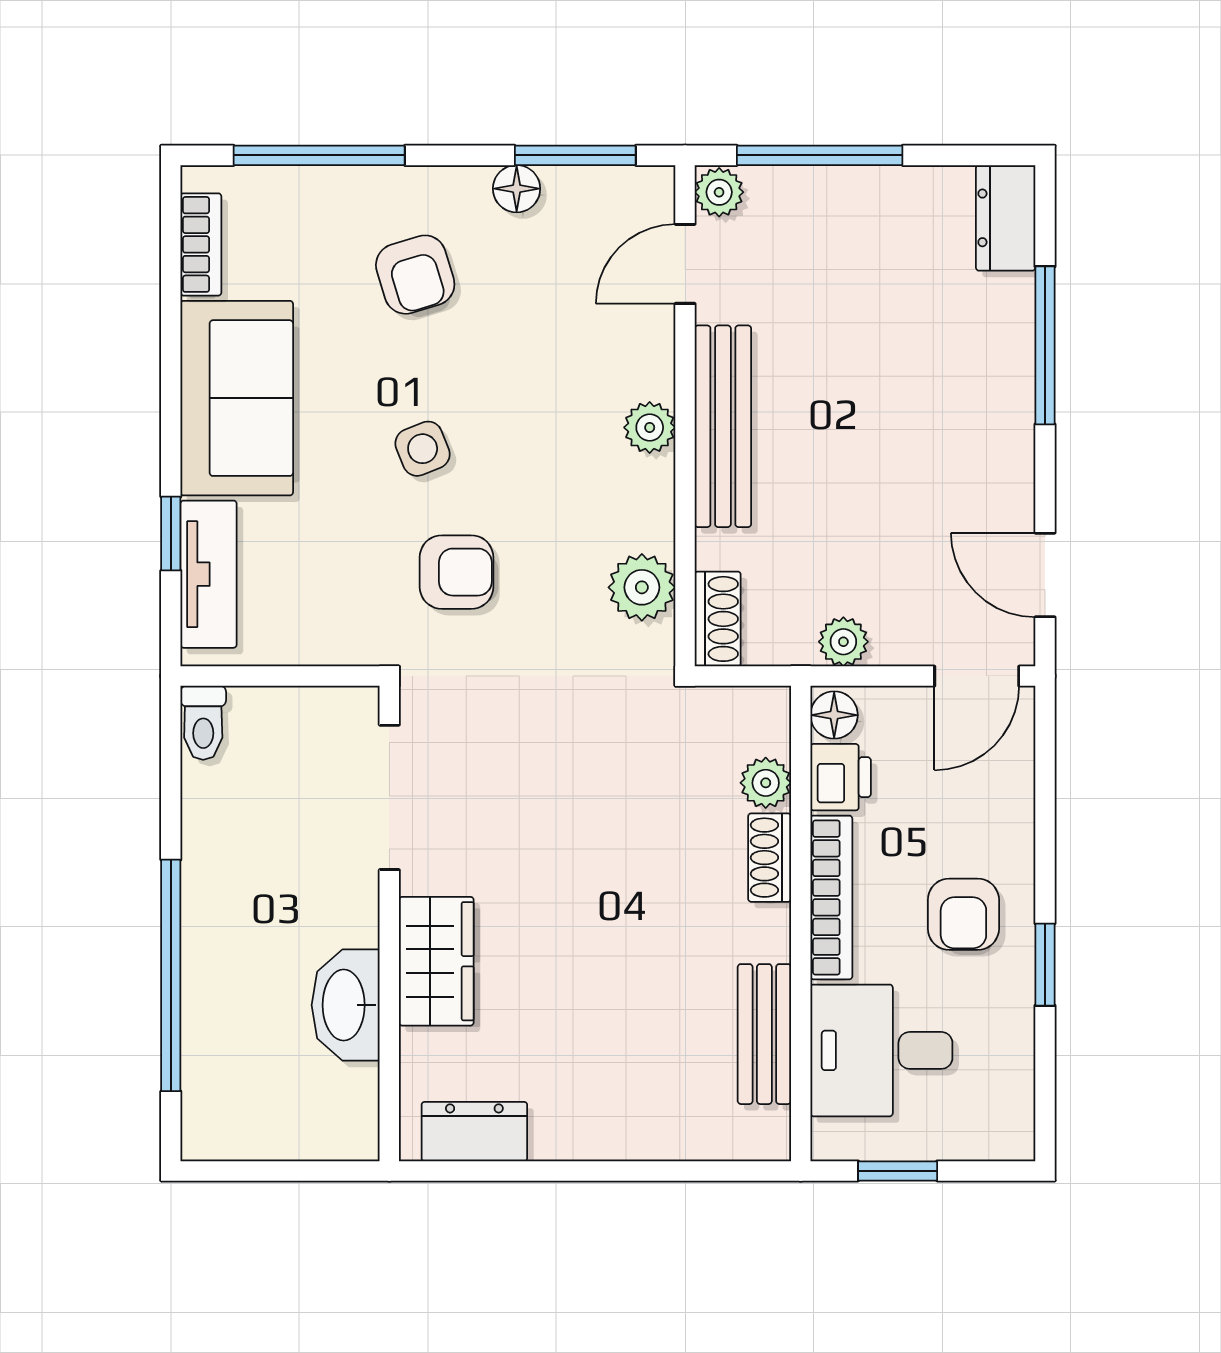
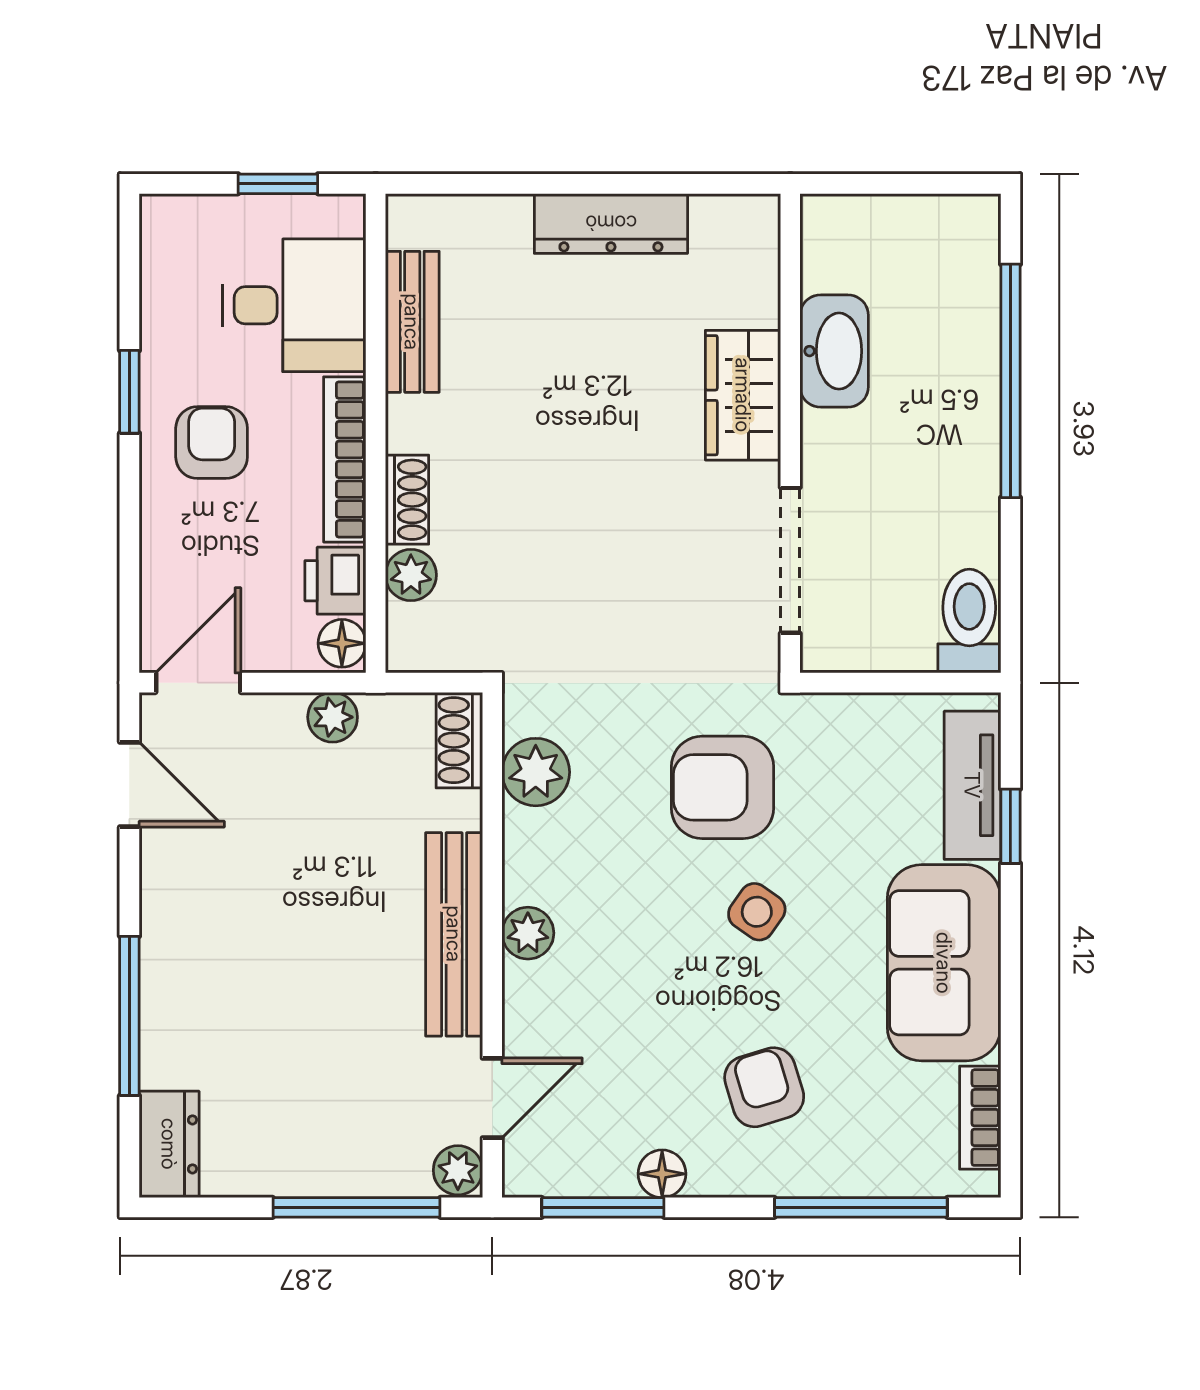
side table: (423, 449) -> (757, 912), turned -33
armchair: (457, 572) -> (723, 787), width x1.38, depth x1.38
toilet: (203, 723) -> (969, 621), width x1.37, depth x1.39
dresser: (474, 1132) -> (611, 223), moved, width x1.44

